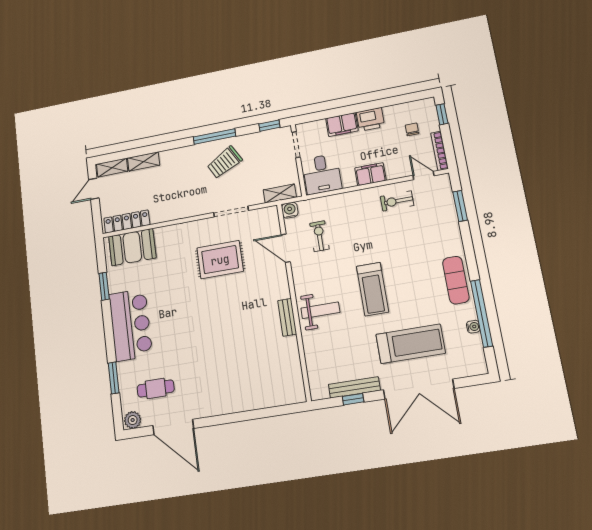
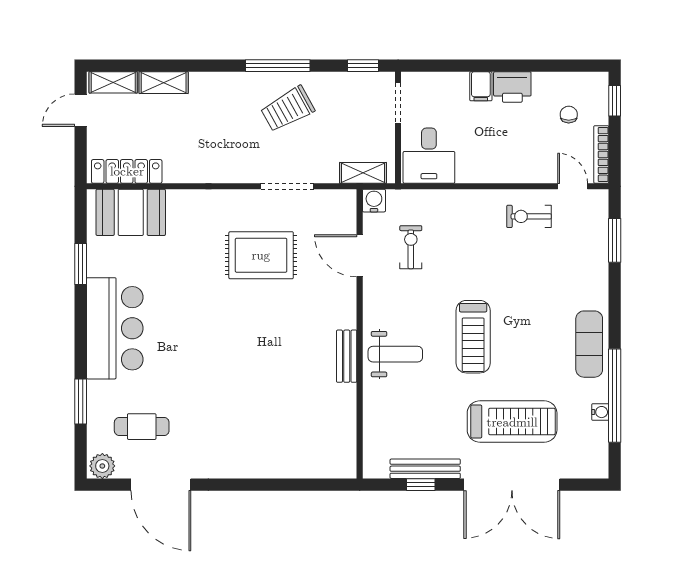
filing cabinet: (342, 125) -> (481, 86), width x0.50
filing cabinet: (370, 174) -> (498, 170), removed

